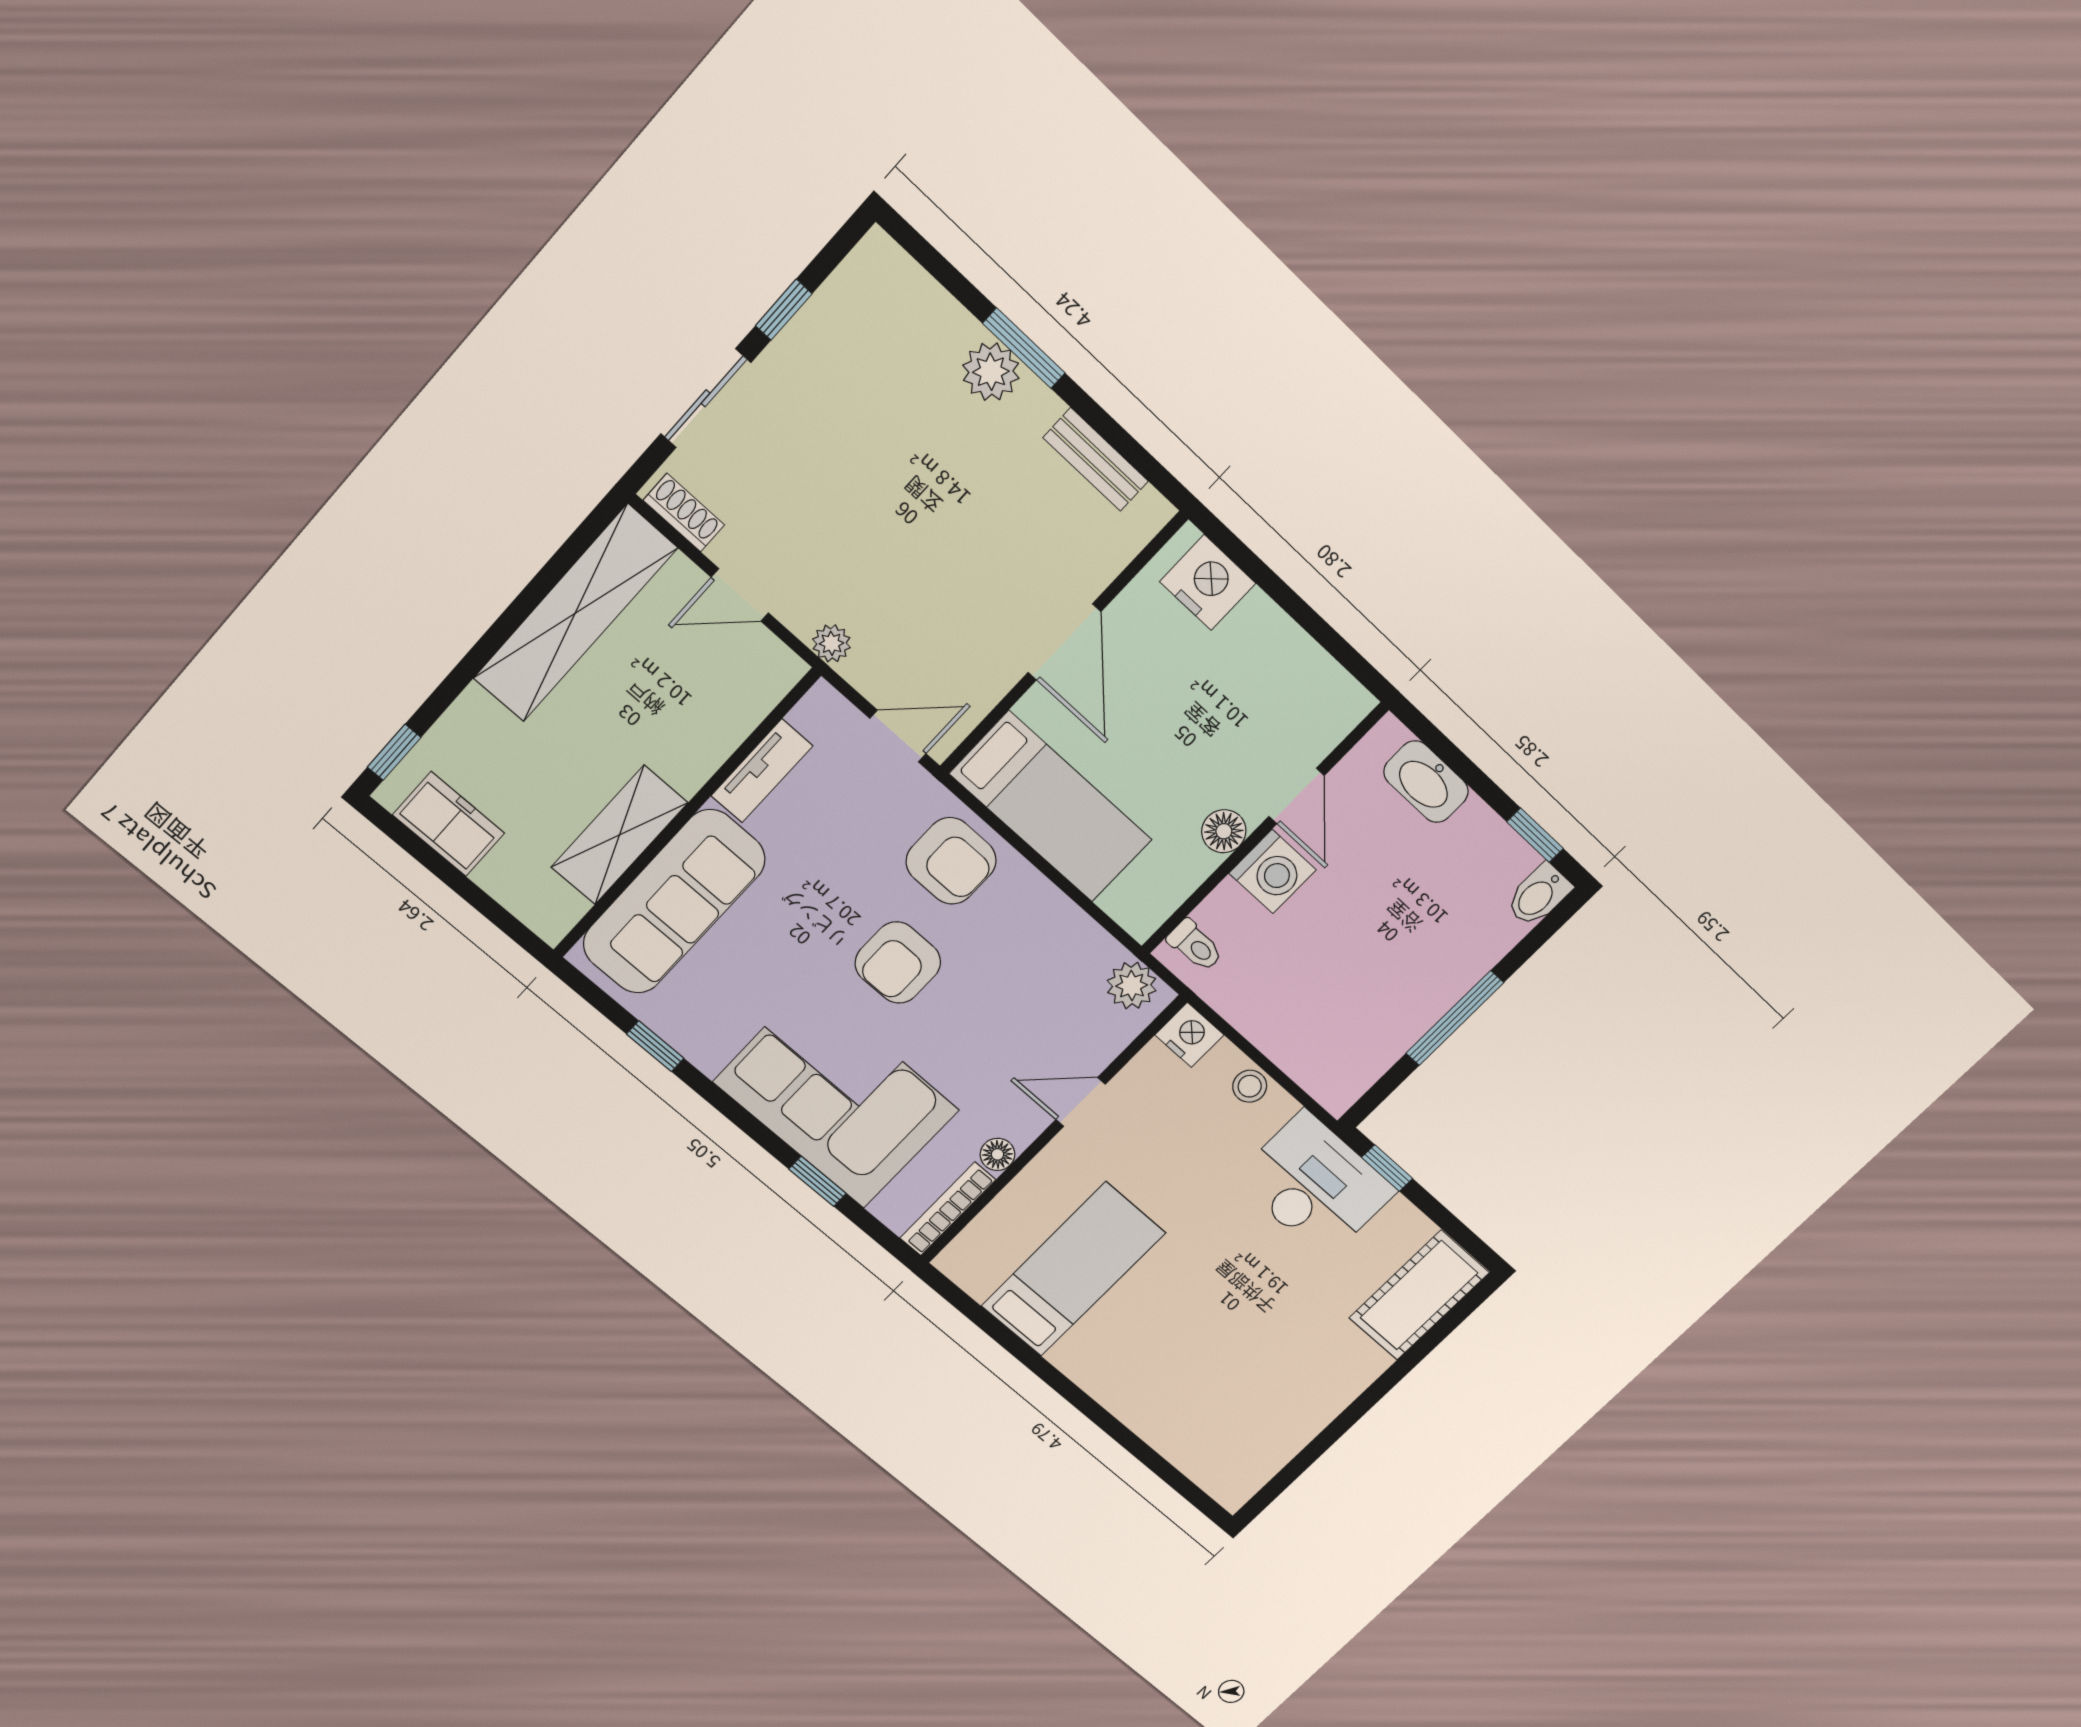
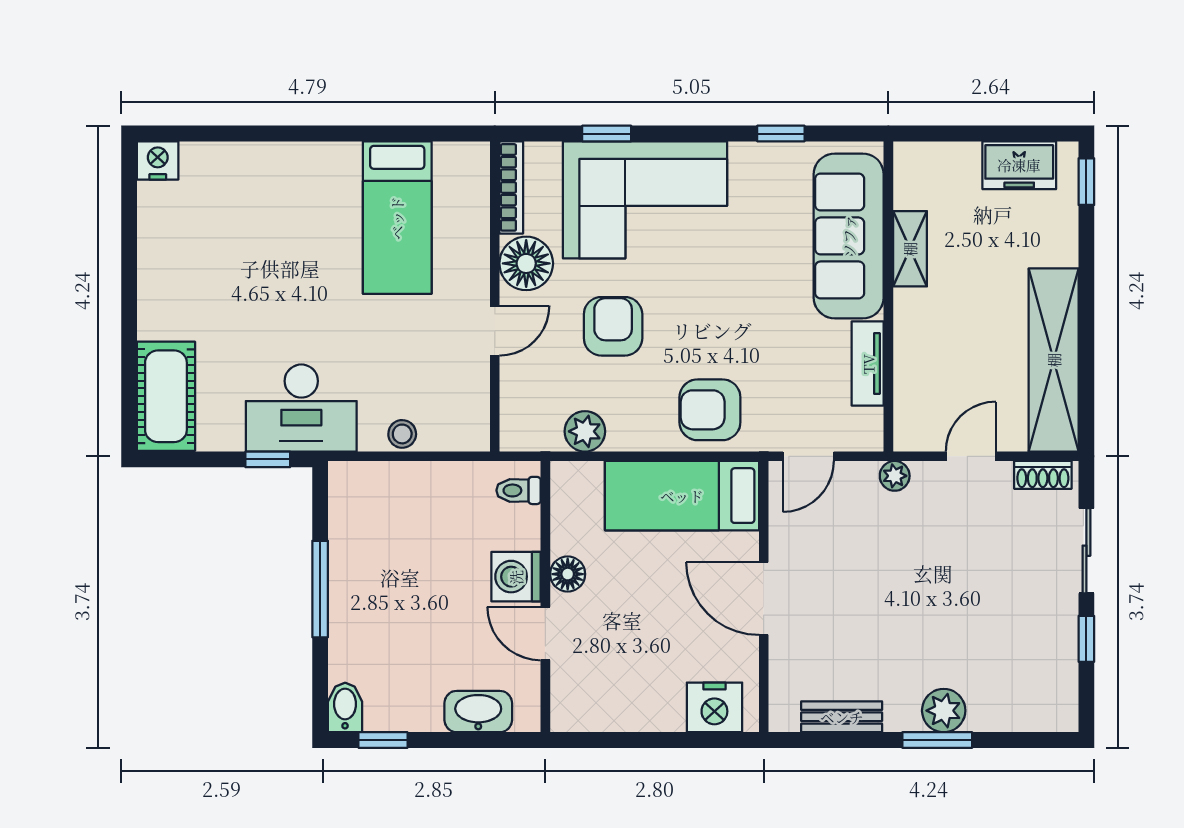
shelving: (619, 835) -> (910, 249), width x0.67, depth x0.75
armchair: (898, 963) -> (613, 326), moved
plant: (1132, 986) -> (585, 431), moved
nightstand: (1189, 1035) -> (158, 160), moved, turned 180
floor lamp: (997, 1154) -> (526, 263), width x1.89, depth x1.89

